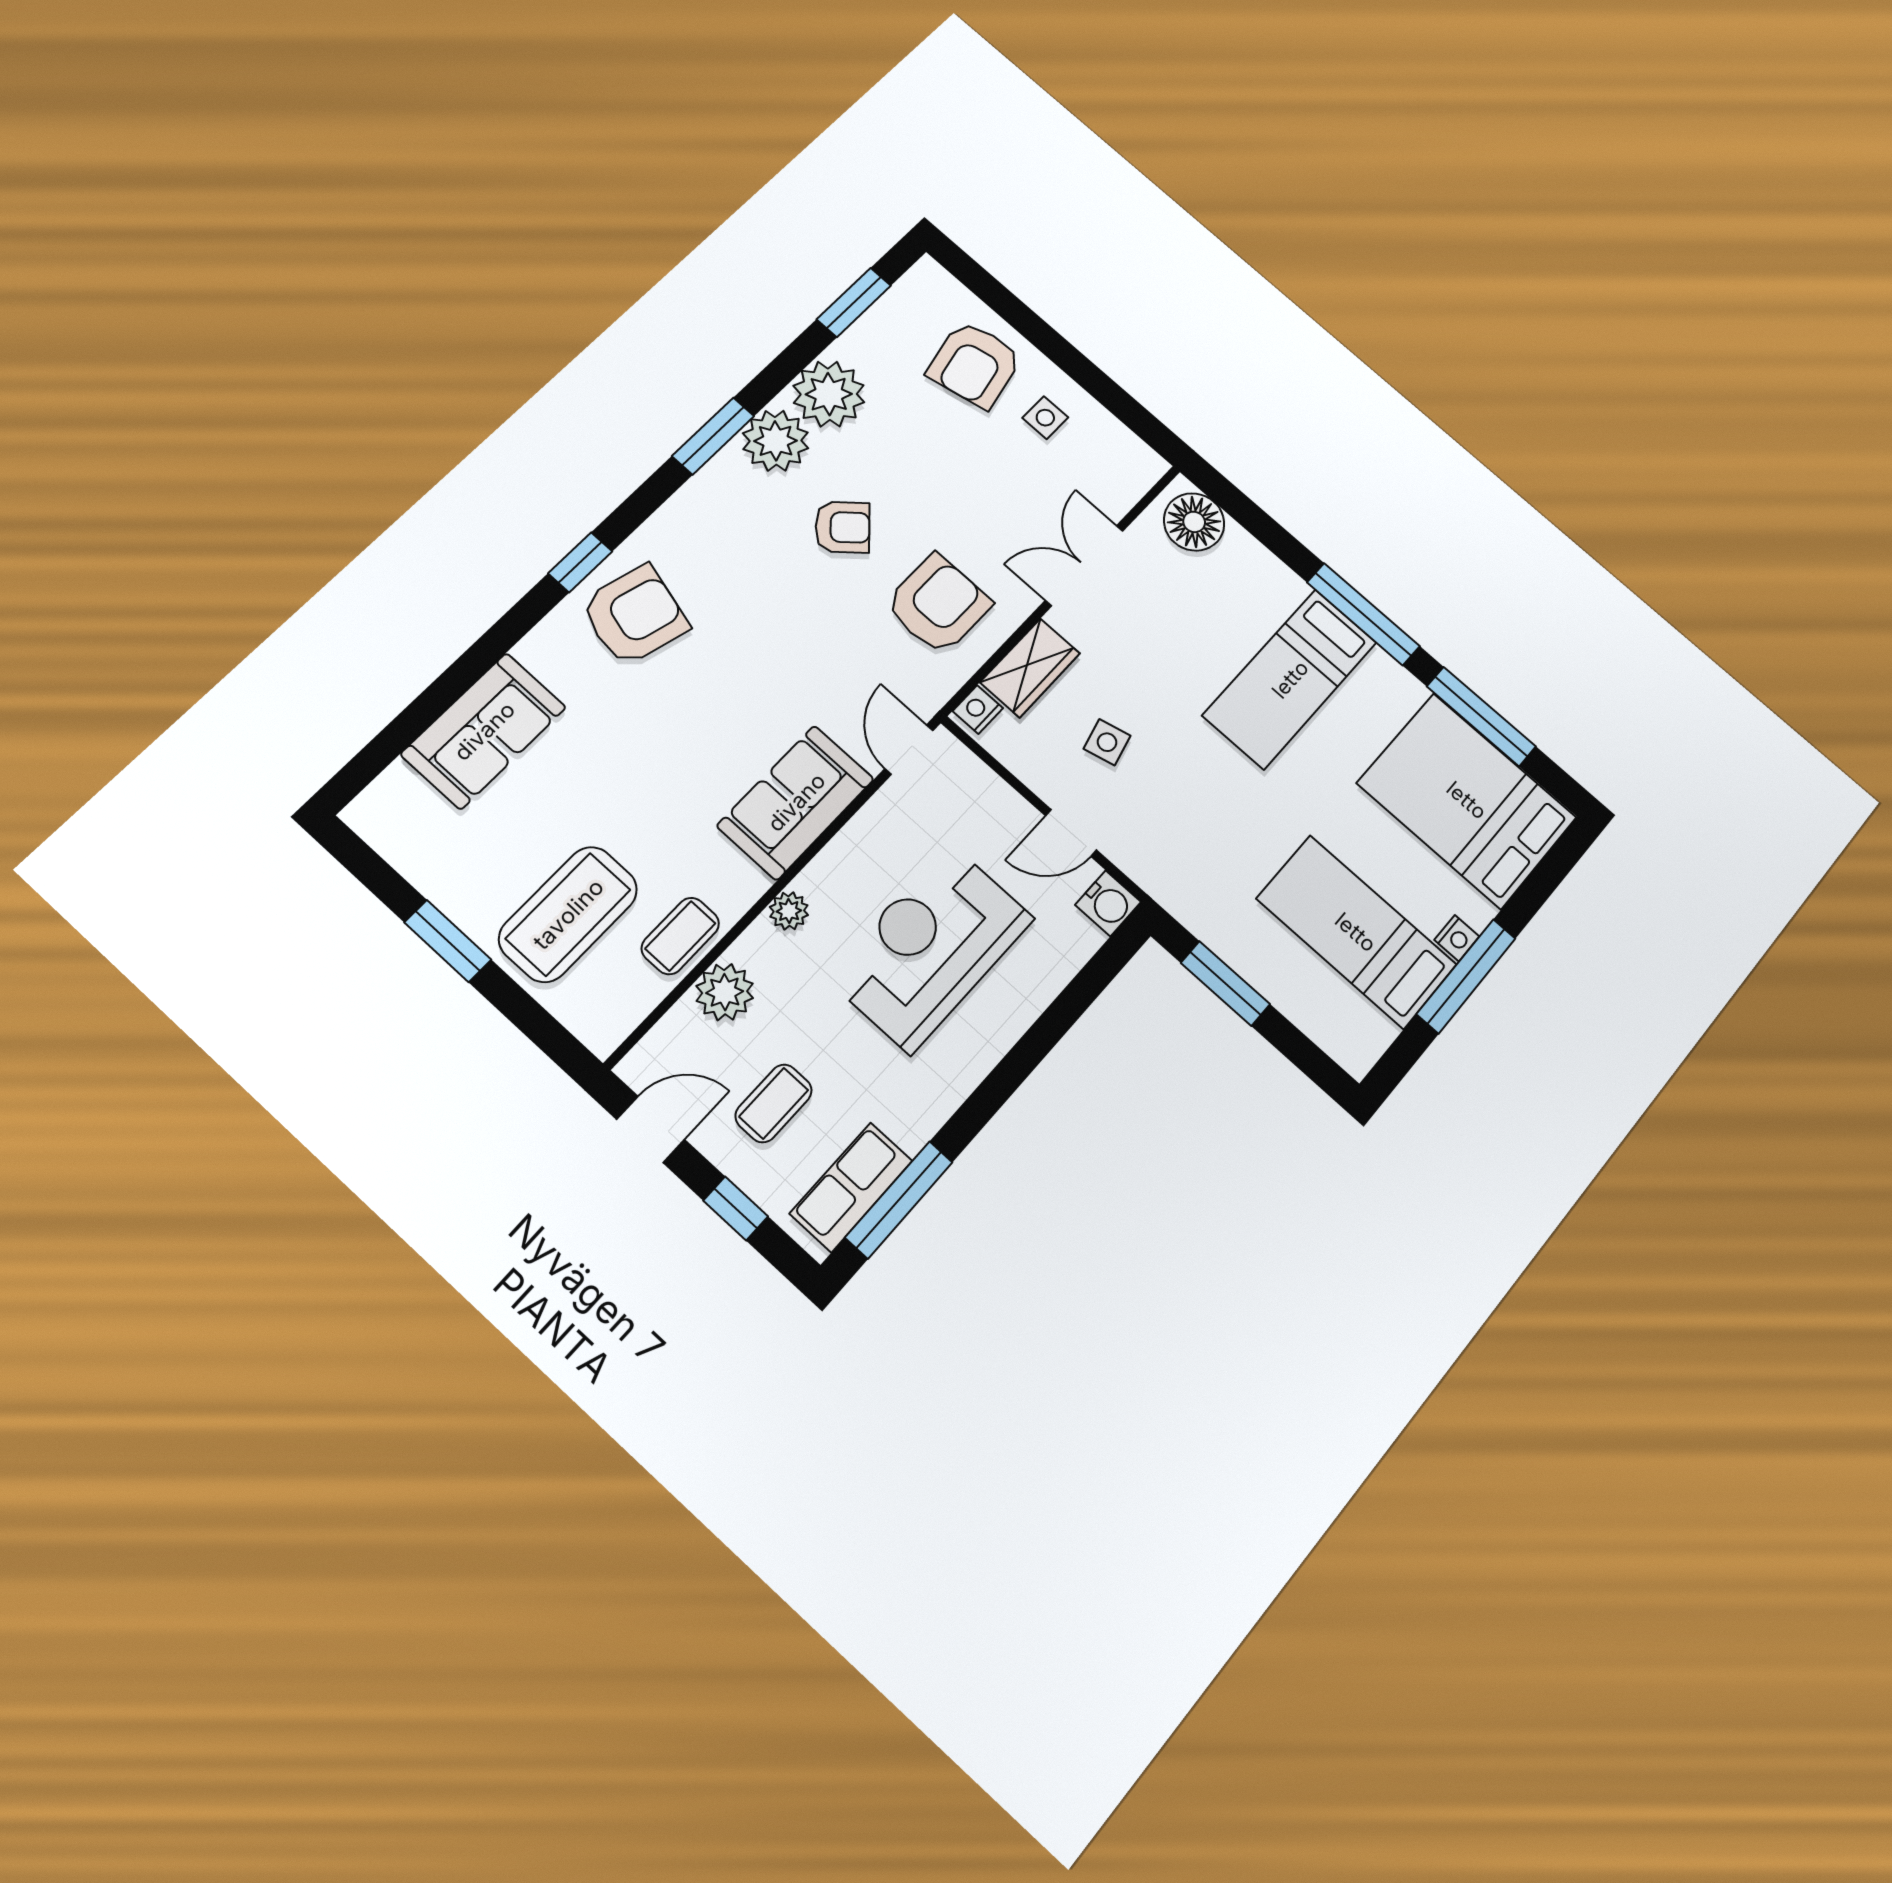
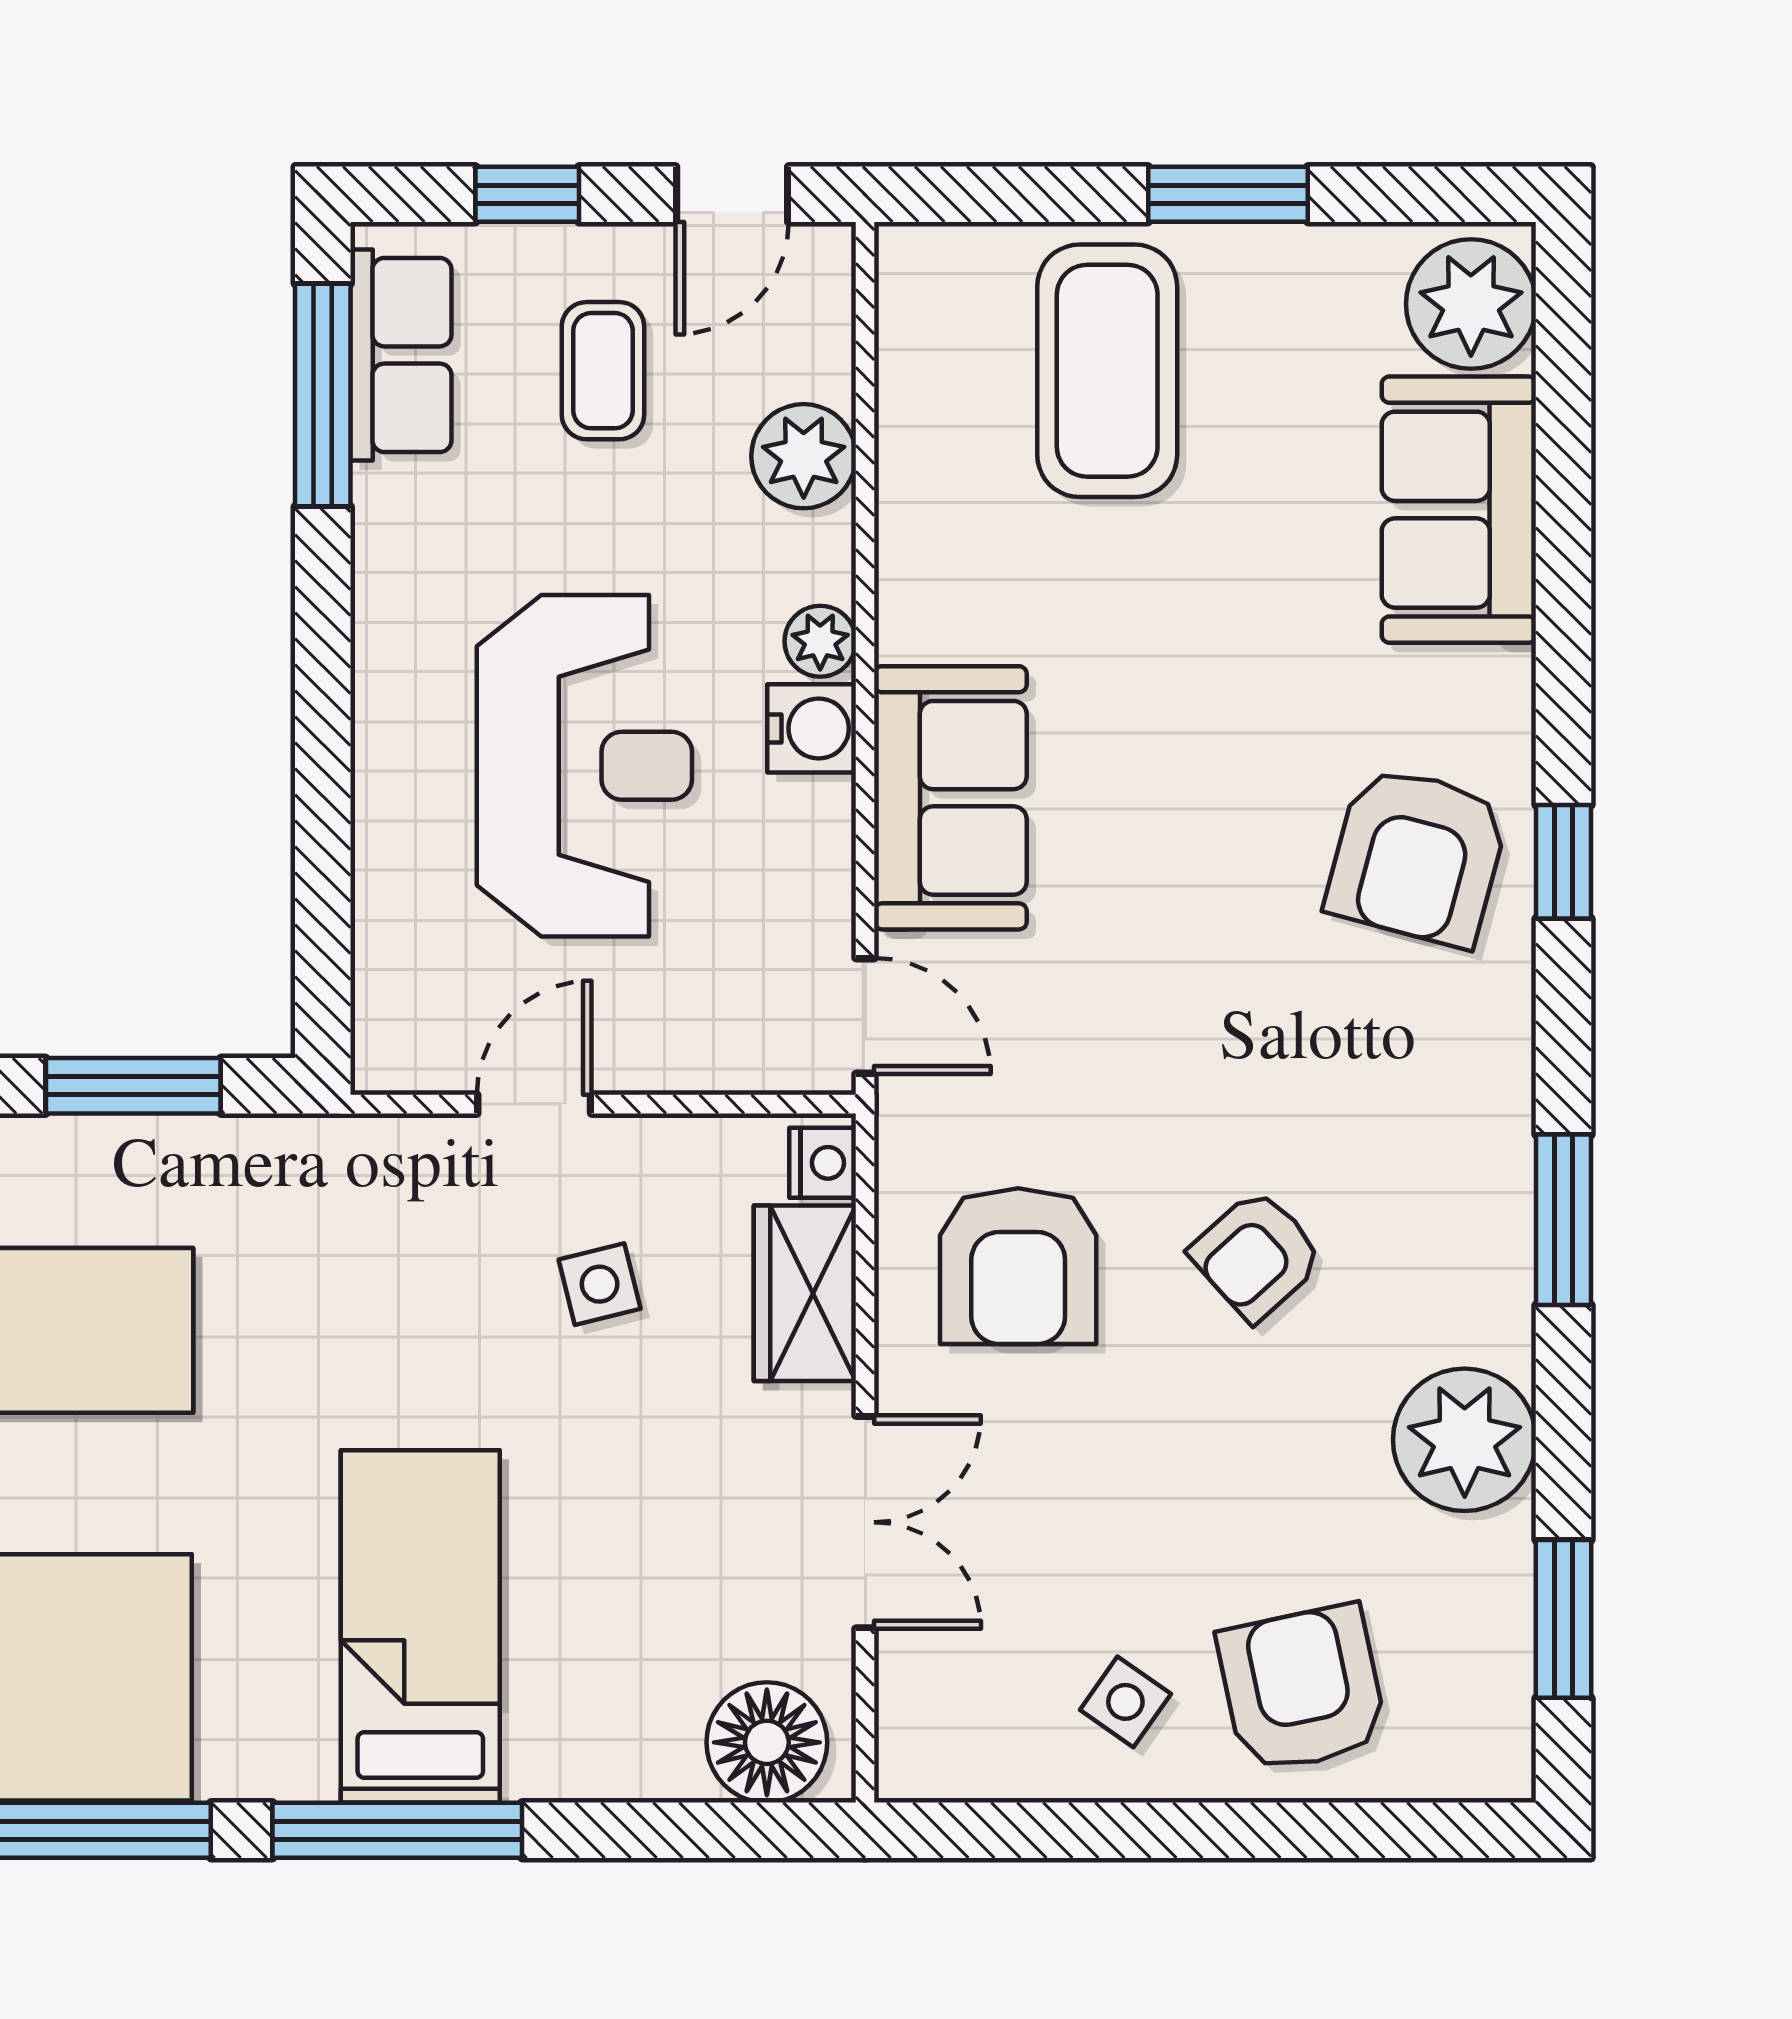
side table: (1045, 418) -> (1125, 1702), turned 35
plant: (776, 441) -> (1471, 304), moved
water cooler: (1108, 903) -> (812, 728), moved, turned 180
coffee table: (680, 936) -> (933, 476), removed

